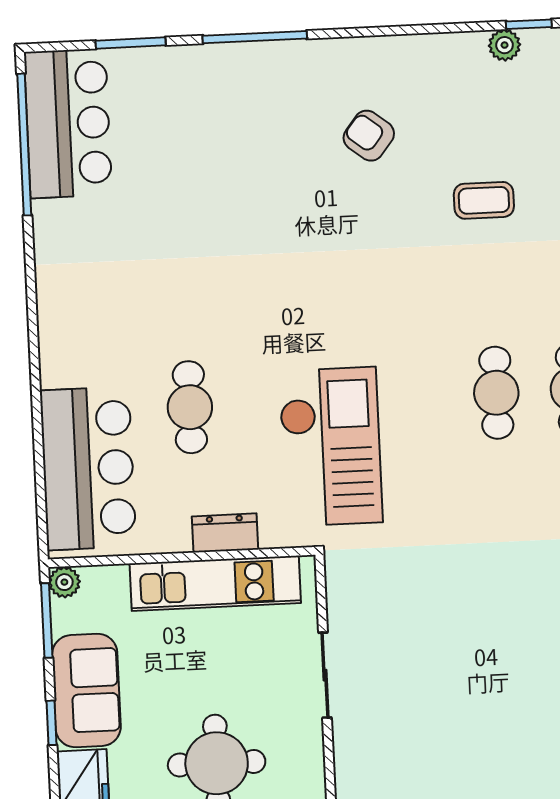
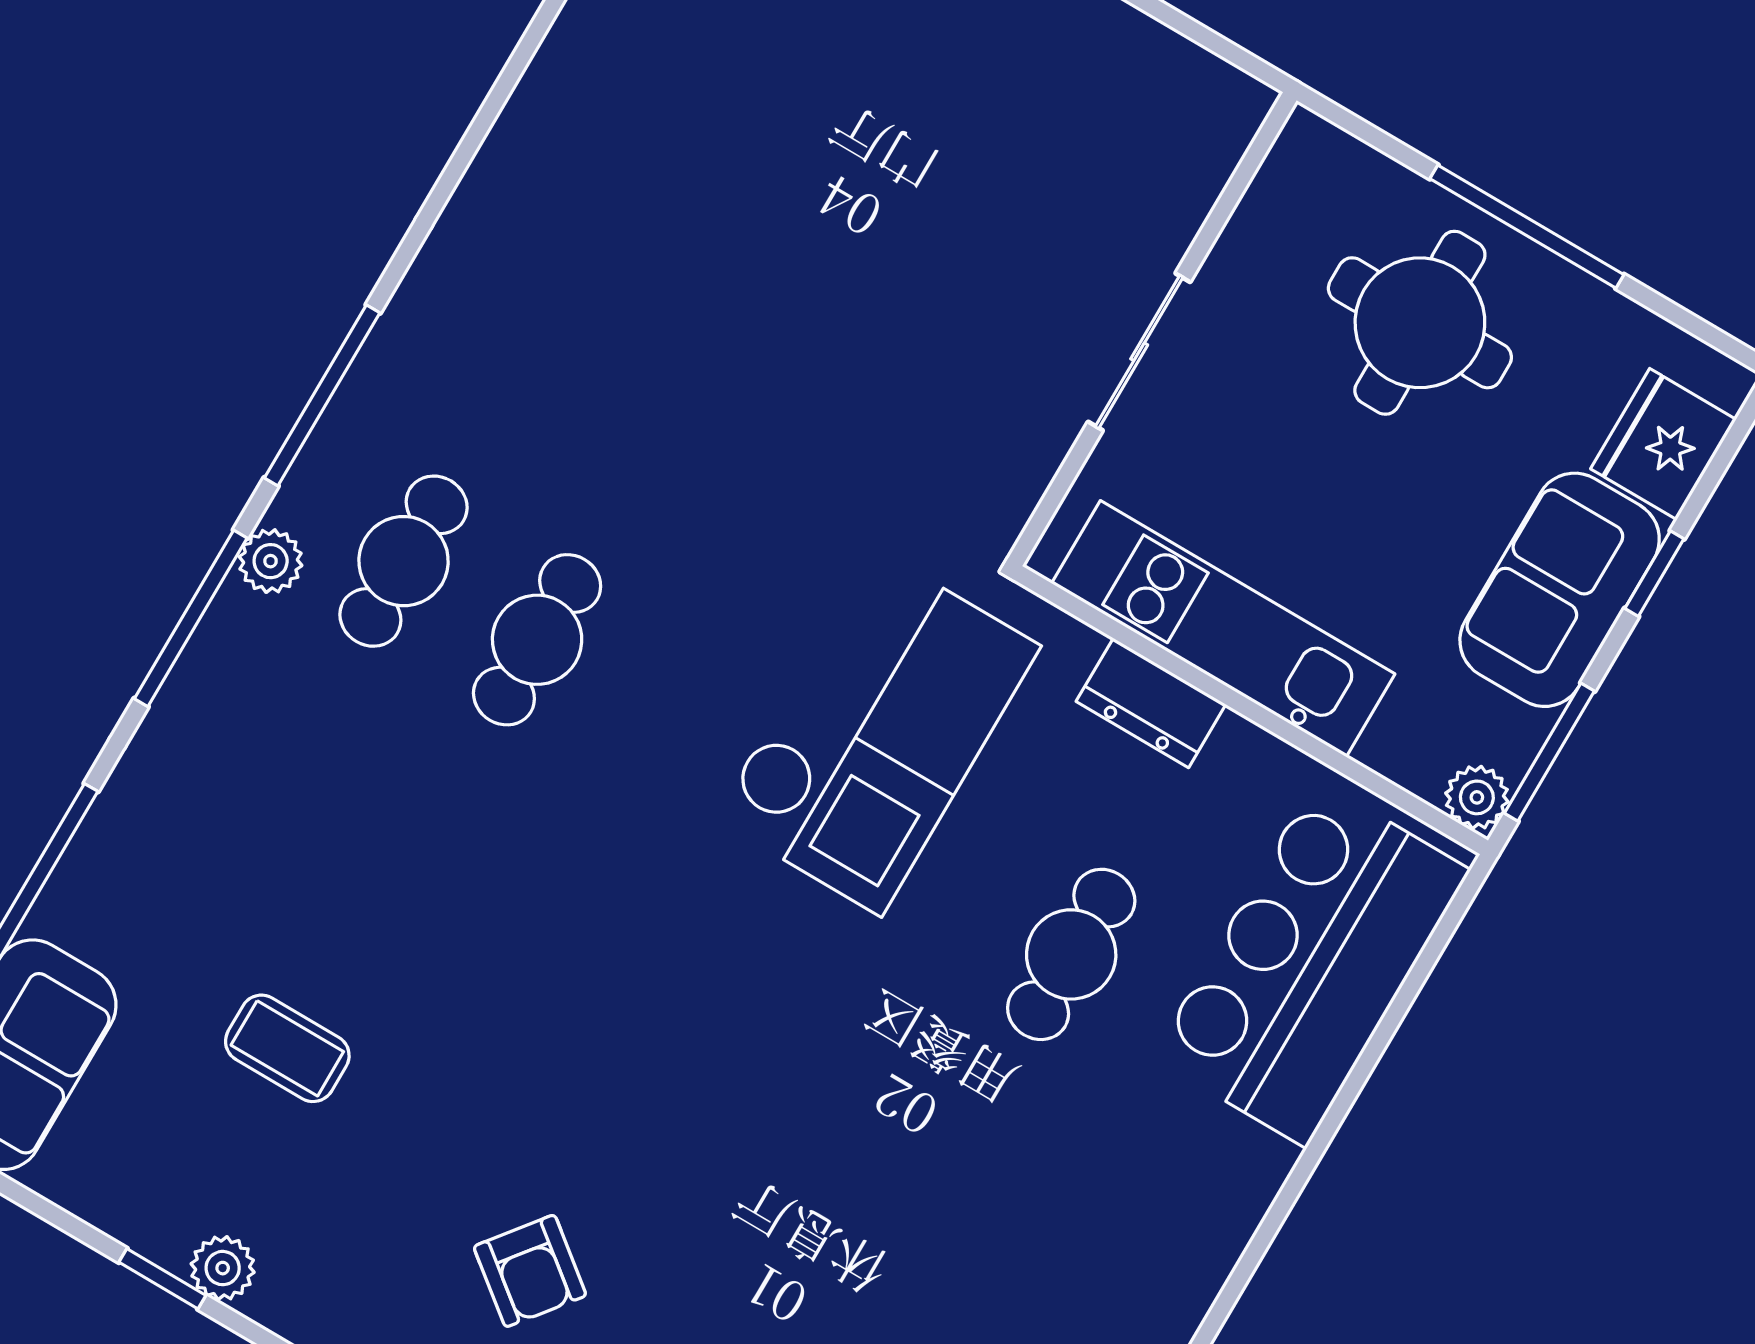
window: (529, 24) -> (162, 1279), moved
plant: (505, 45) -> (223, 1268), moved
armchair: (369, 136) -> (530, 1271), moved
coffee table: (484, 200) -> (287, 1048), moved
checkout: (331, 447) -> (877, 732), turned 180

